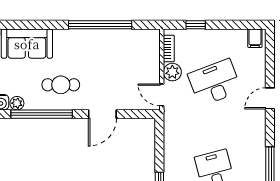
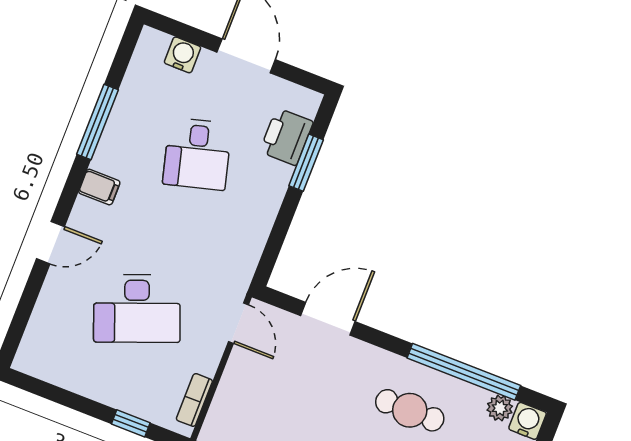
filing cabinet: (255, 38) -> (99, 187), moved, turned 90
plant: (172, 72) -> (204, 356), removed
door: (102, 114) -> (328, 319), moved

